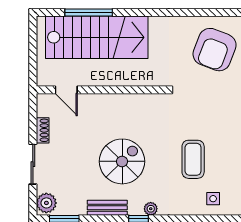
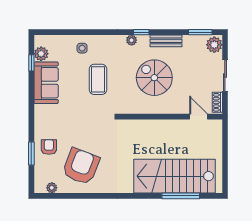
door: (66, 90) -> (199, 117), moved
wall: (101, 90) -> (171, 117), moved
spiral stairs: (122, 161) -> (154, 78), turned 90

